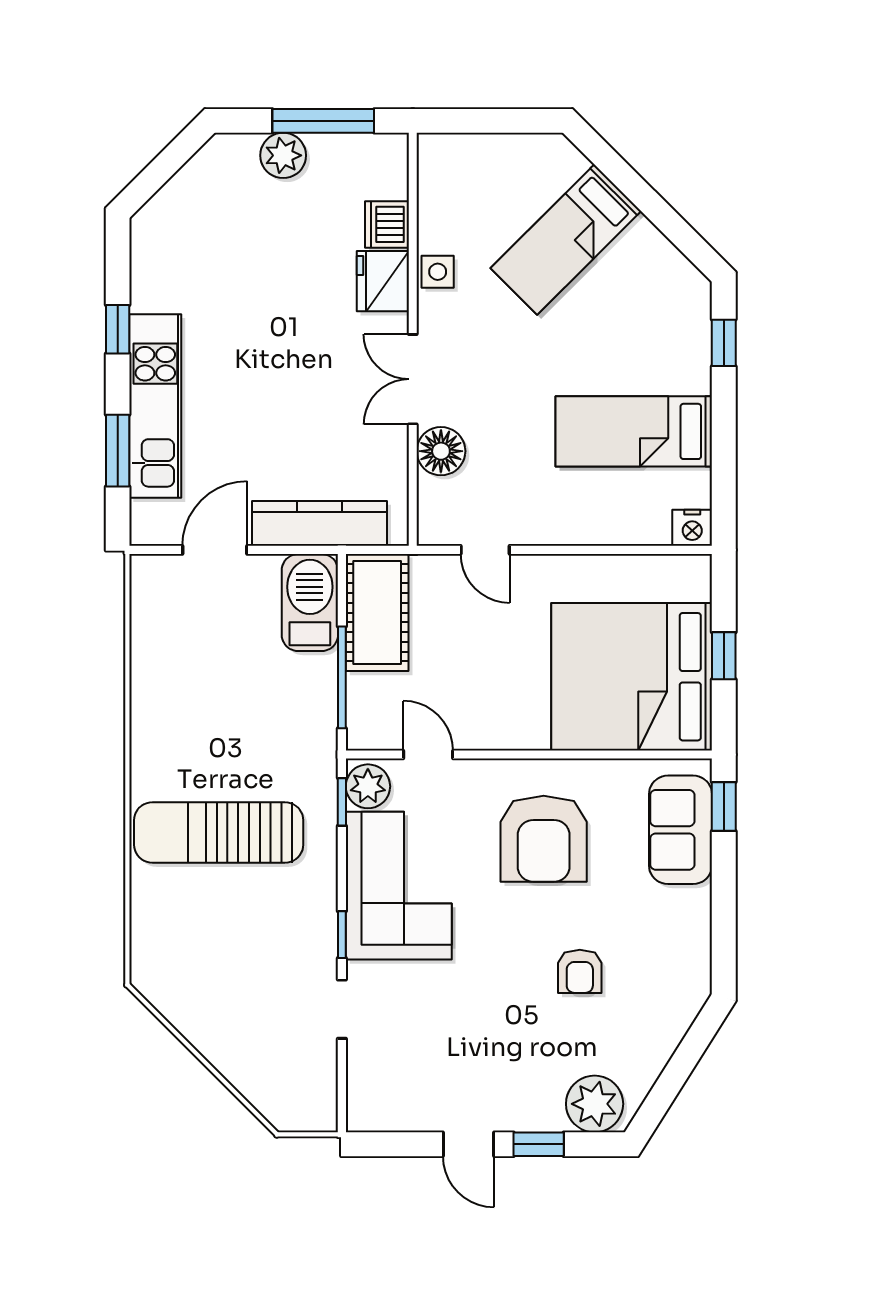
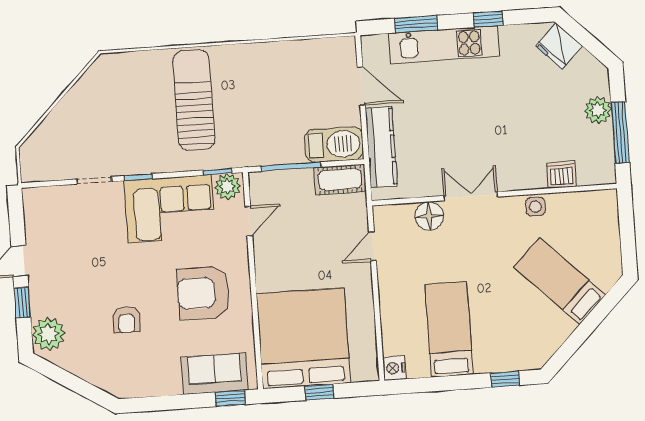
fridge: (383, 281) -> (559, 46), moved, turned -135
cot: (377, 613) -> (340, 179), width x0.73, depth x0.75
armchair: (580, 971) -> (126, 320), turned -90

